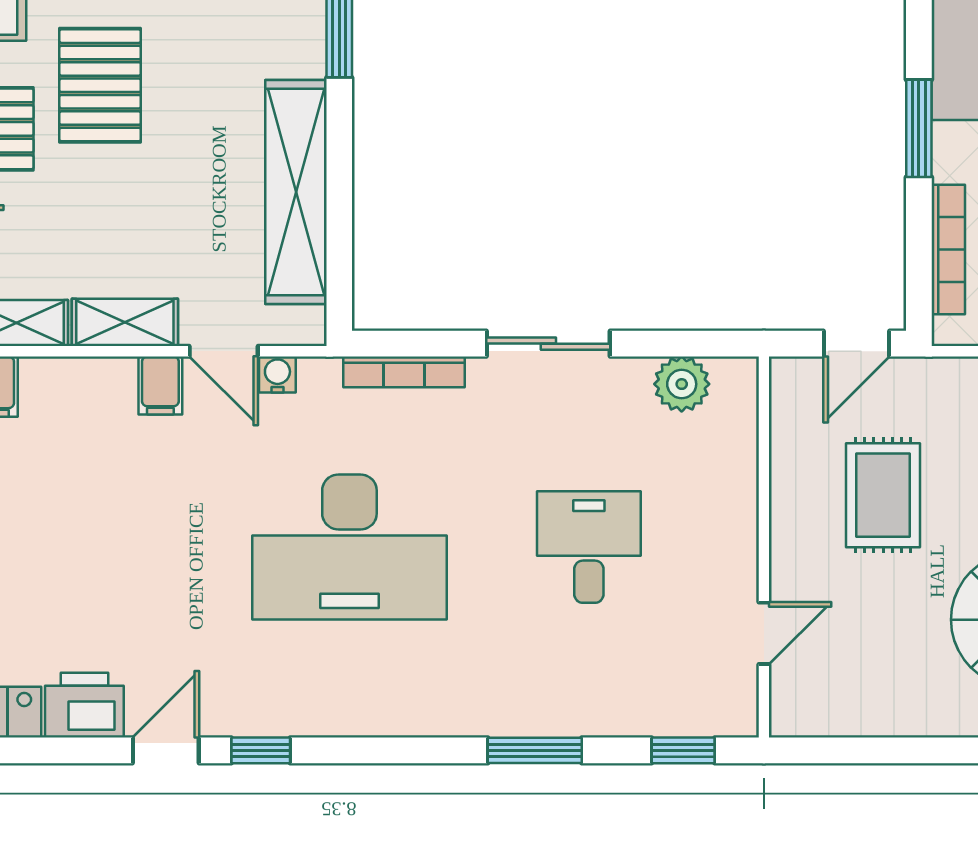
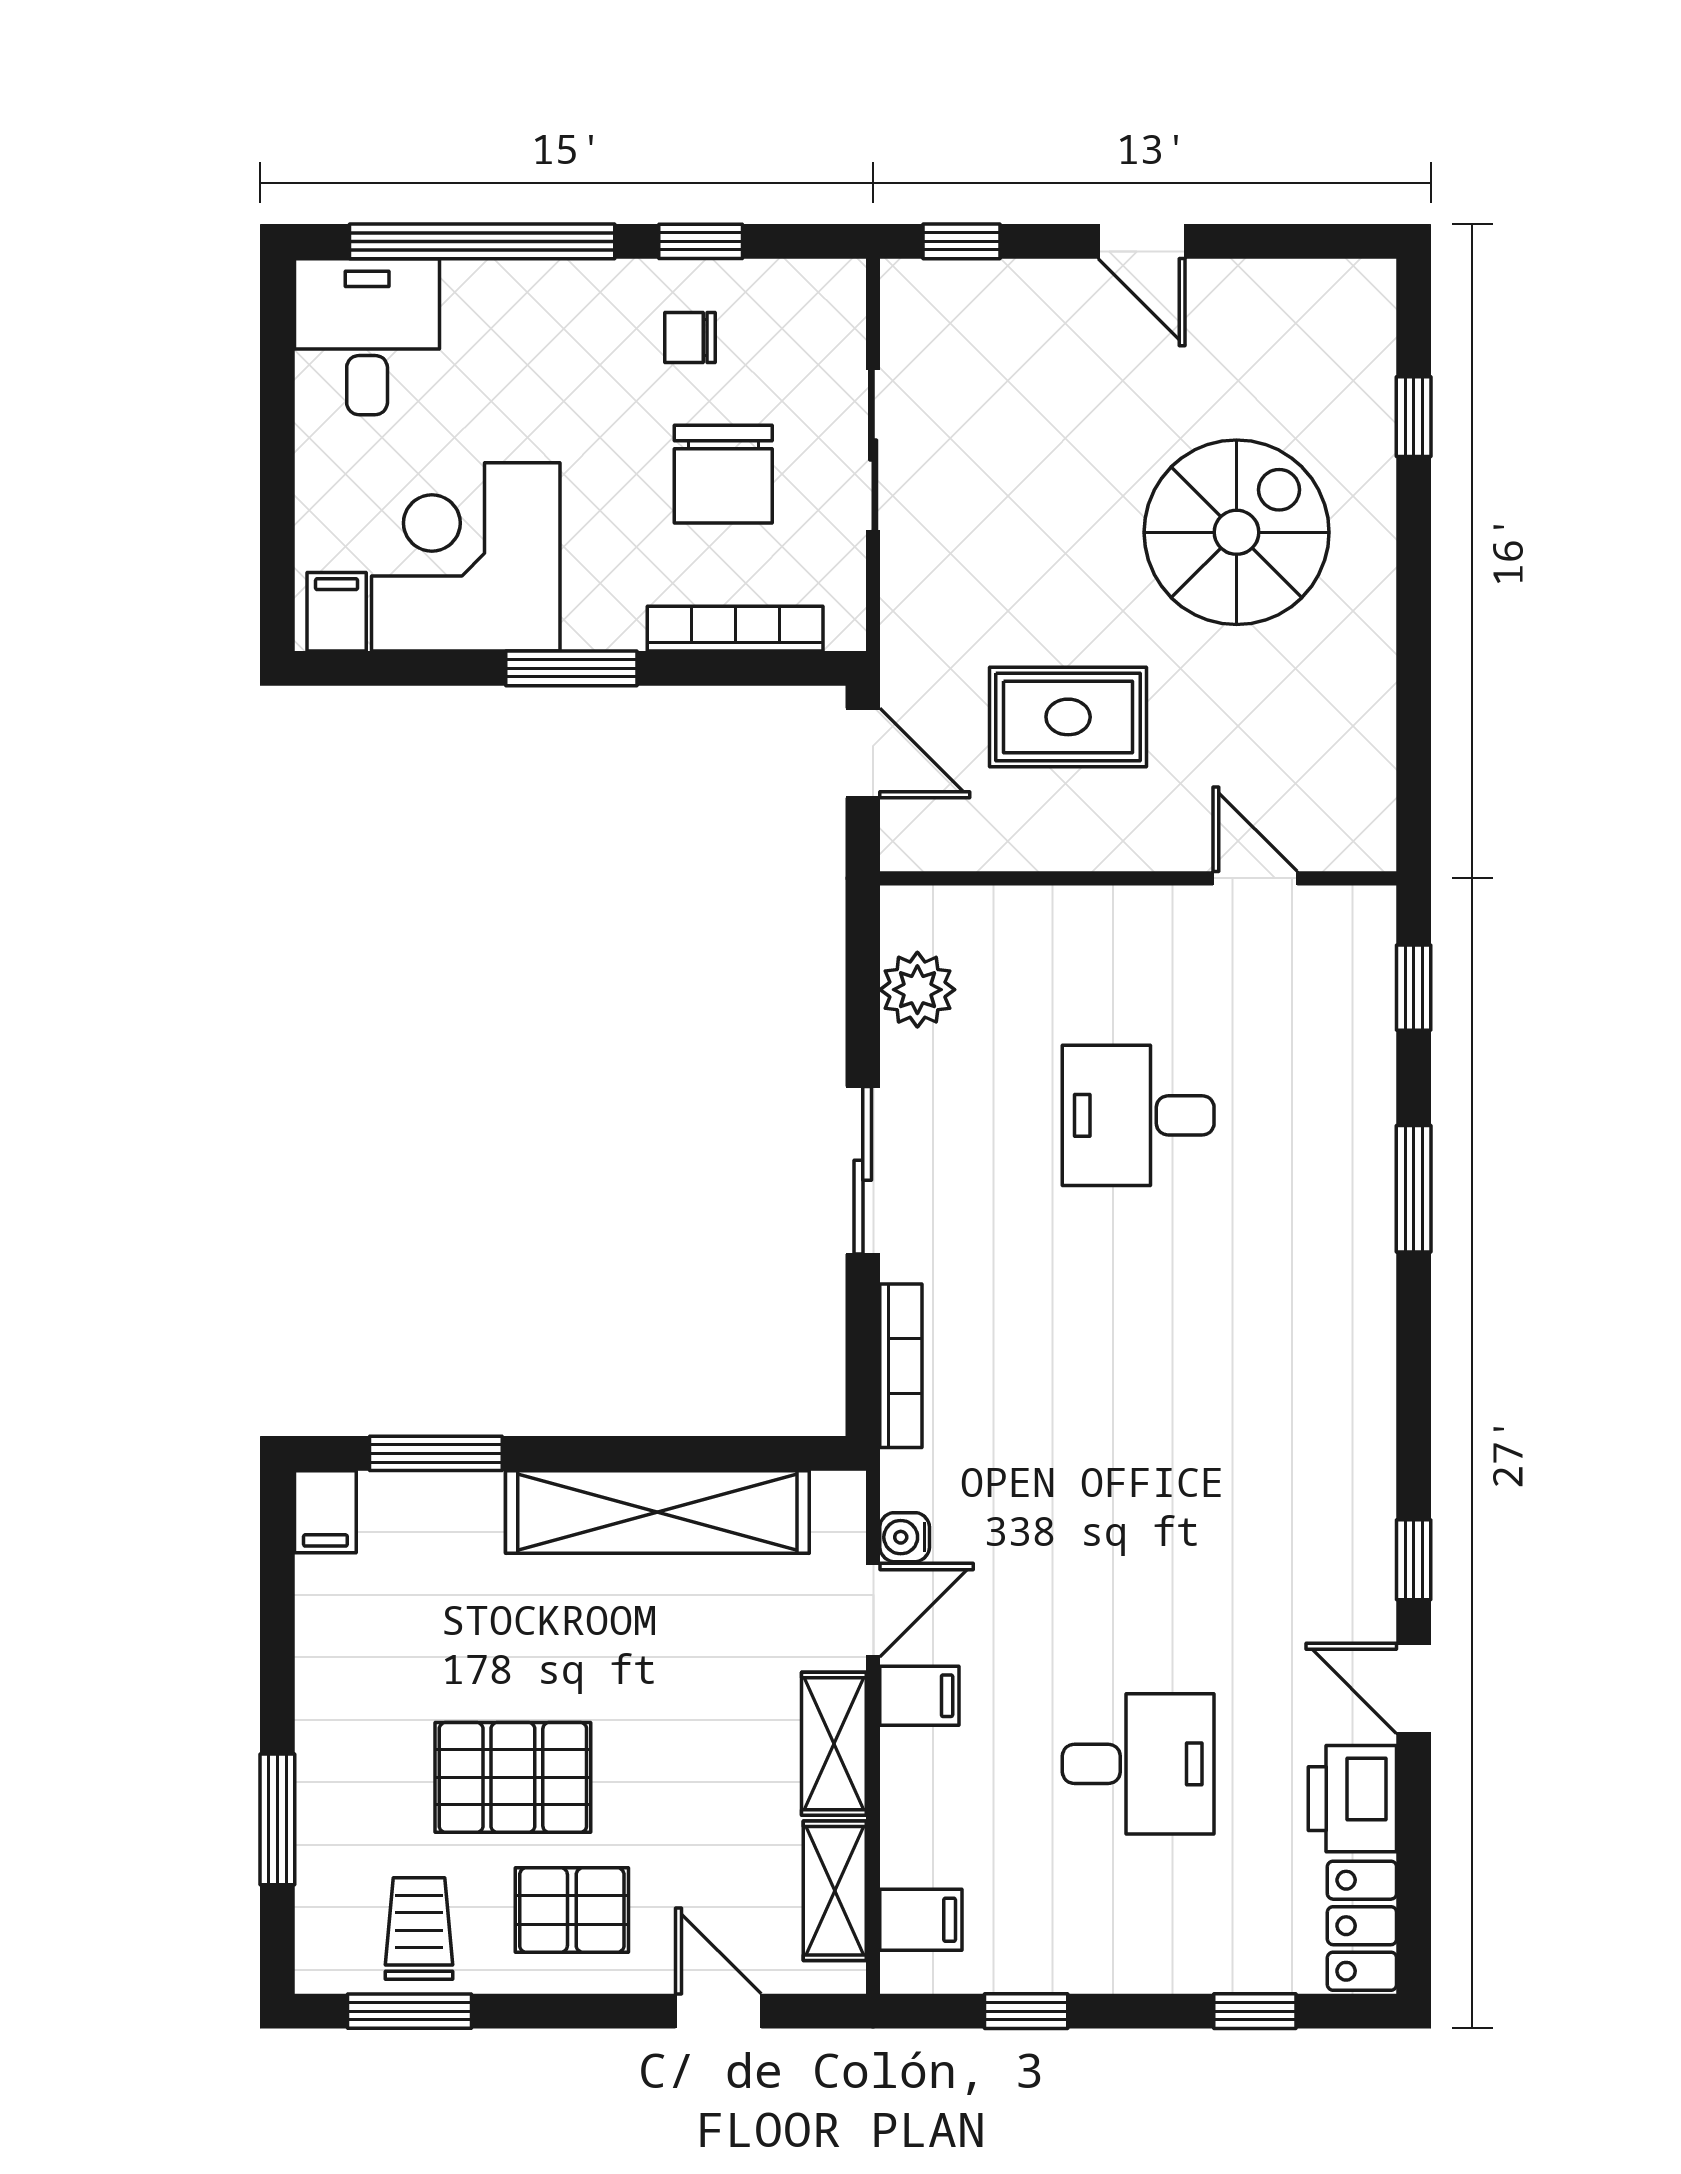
desk: (349, 547) -> (1138, 1764), moved, width x0.53, depth x0.77

